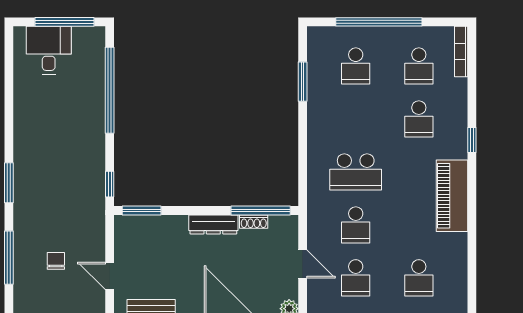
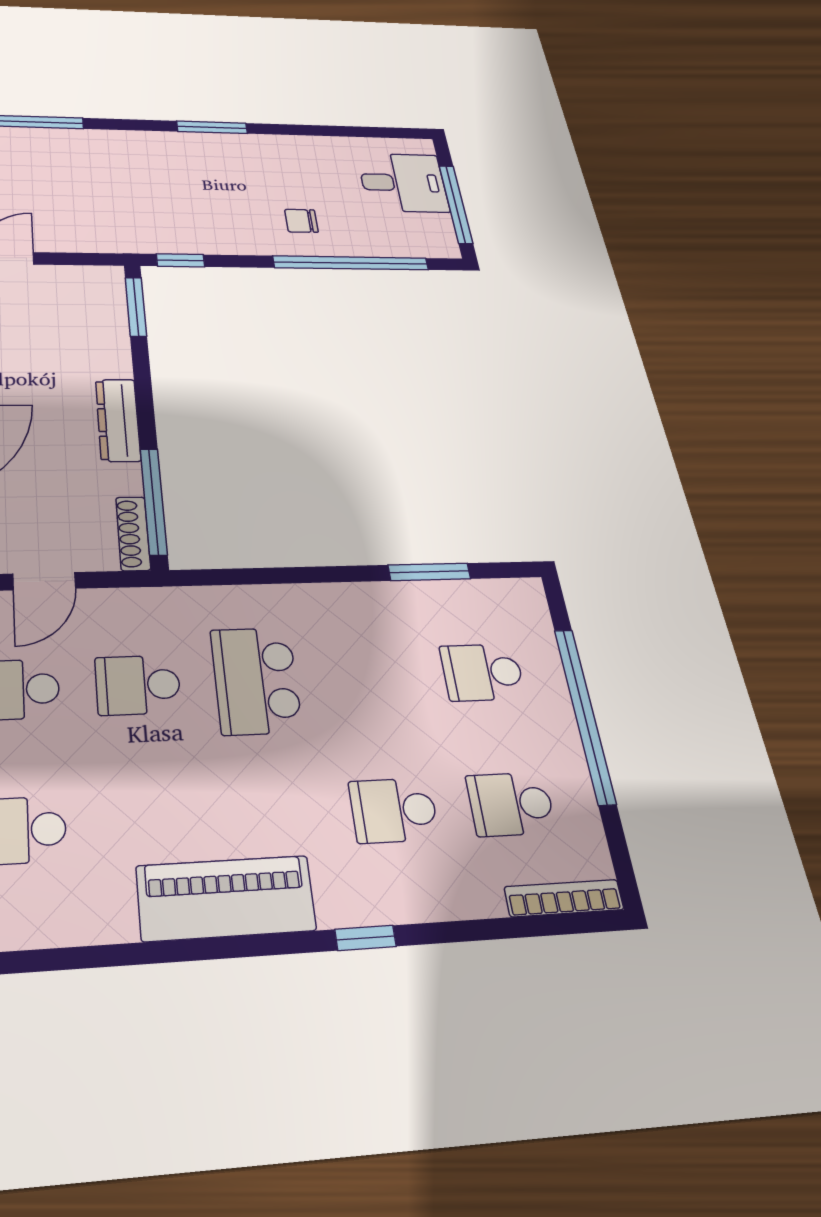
window: (9, 183) -> (212, 127), moved
shoe rack: (254, 222) -> (133, 533), moved, width x1.43
chair: (56, 261) -> (301, 221), moved, turned 180

